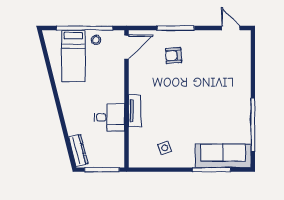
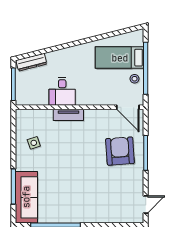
armchair: (173, 56) -> (120, 151), width x1.88, depth x1.88

